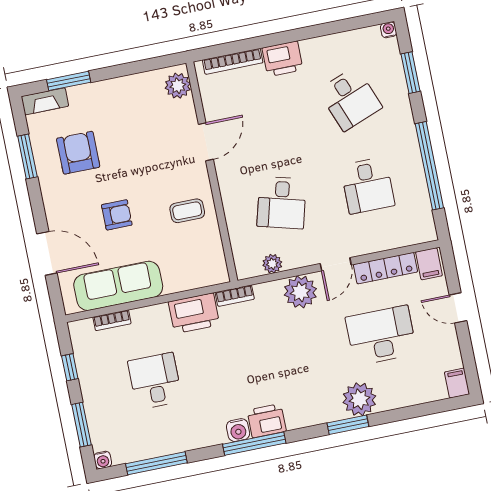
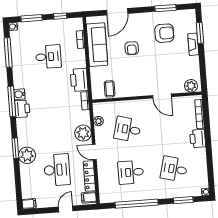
desk: (350, 99) -> (174, 169), turned 36
fireplace: (45, 101) -> (193, 44), moved
coffee table: (187, 211) -> (110, 89), moved

